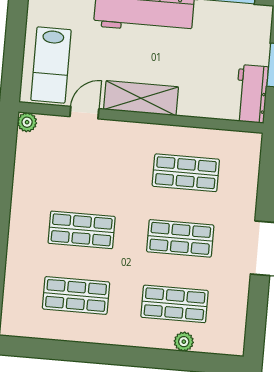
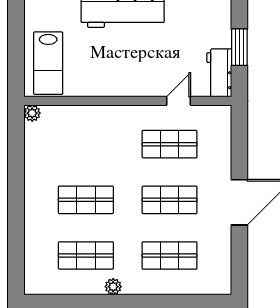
shelving: (141, 98) -> (126, 85), removed
door: (84, 113) -> (179, 101), moved
plant: (184, 342) -> (113, 287), moved

